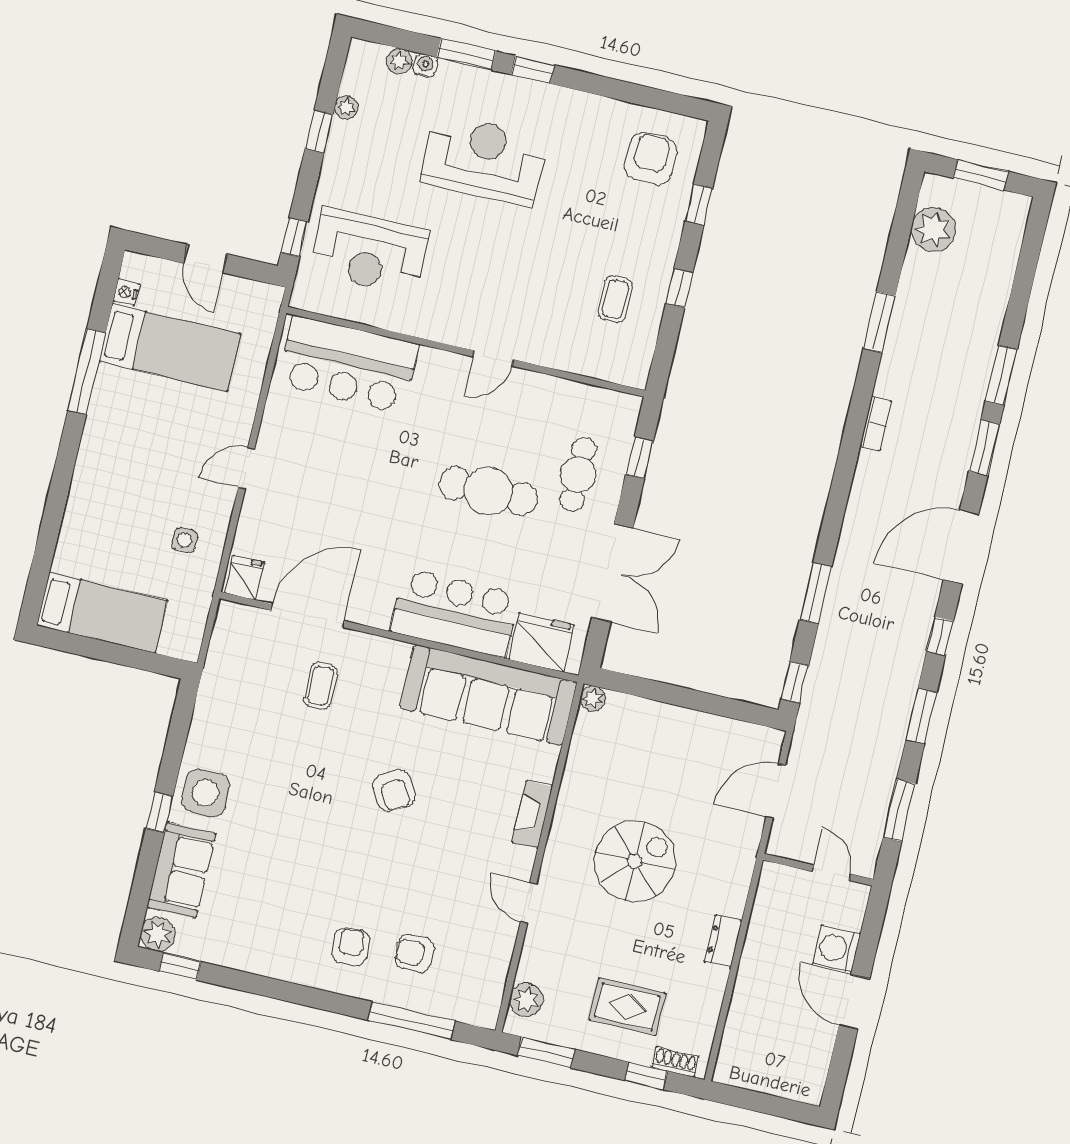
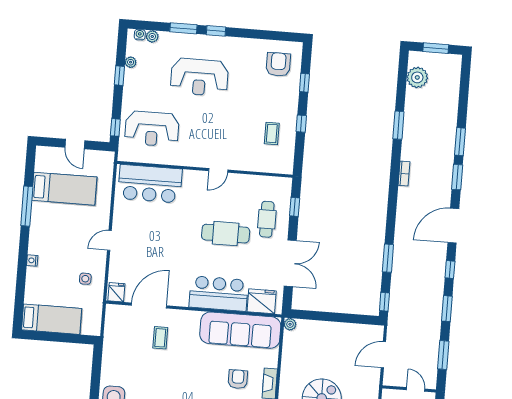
water cooler: (425, 66) -> (140, 35), moved
reception desk: (484, 160) -> (199, 77), turned 180
nightstand: (126, 292) -> (32, 260), moved
armchair: (394, 791) -> (238, 379), moved, turned -150

